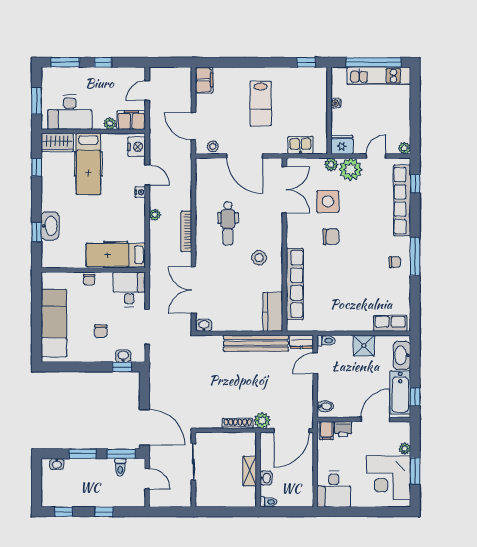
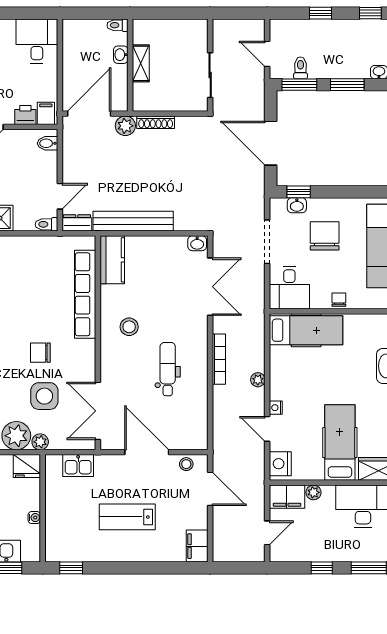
lab bench: (261, 104) -> (127, 517), turned -90
chair: (101, 331) -> (325, 236), width x1.87, depth x1.87
door: (144, 427) -> (271, 143), moved

